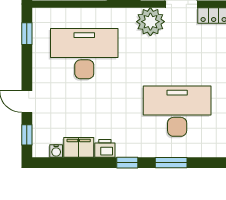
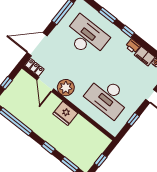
window: (27, 34) -> (133, 119), moved
desk: (177, 111) -> (86, 37), turned 180

